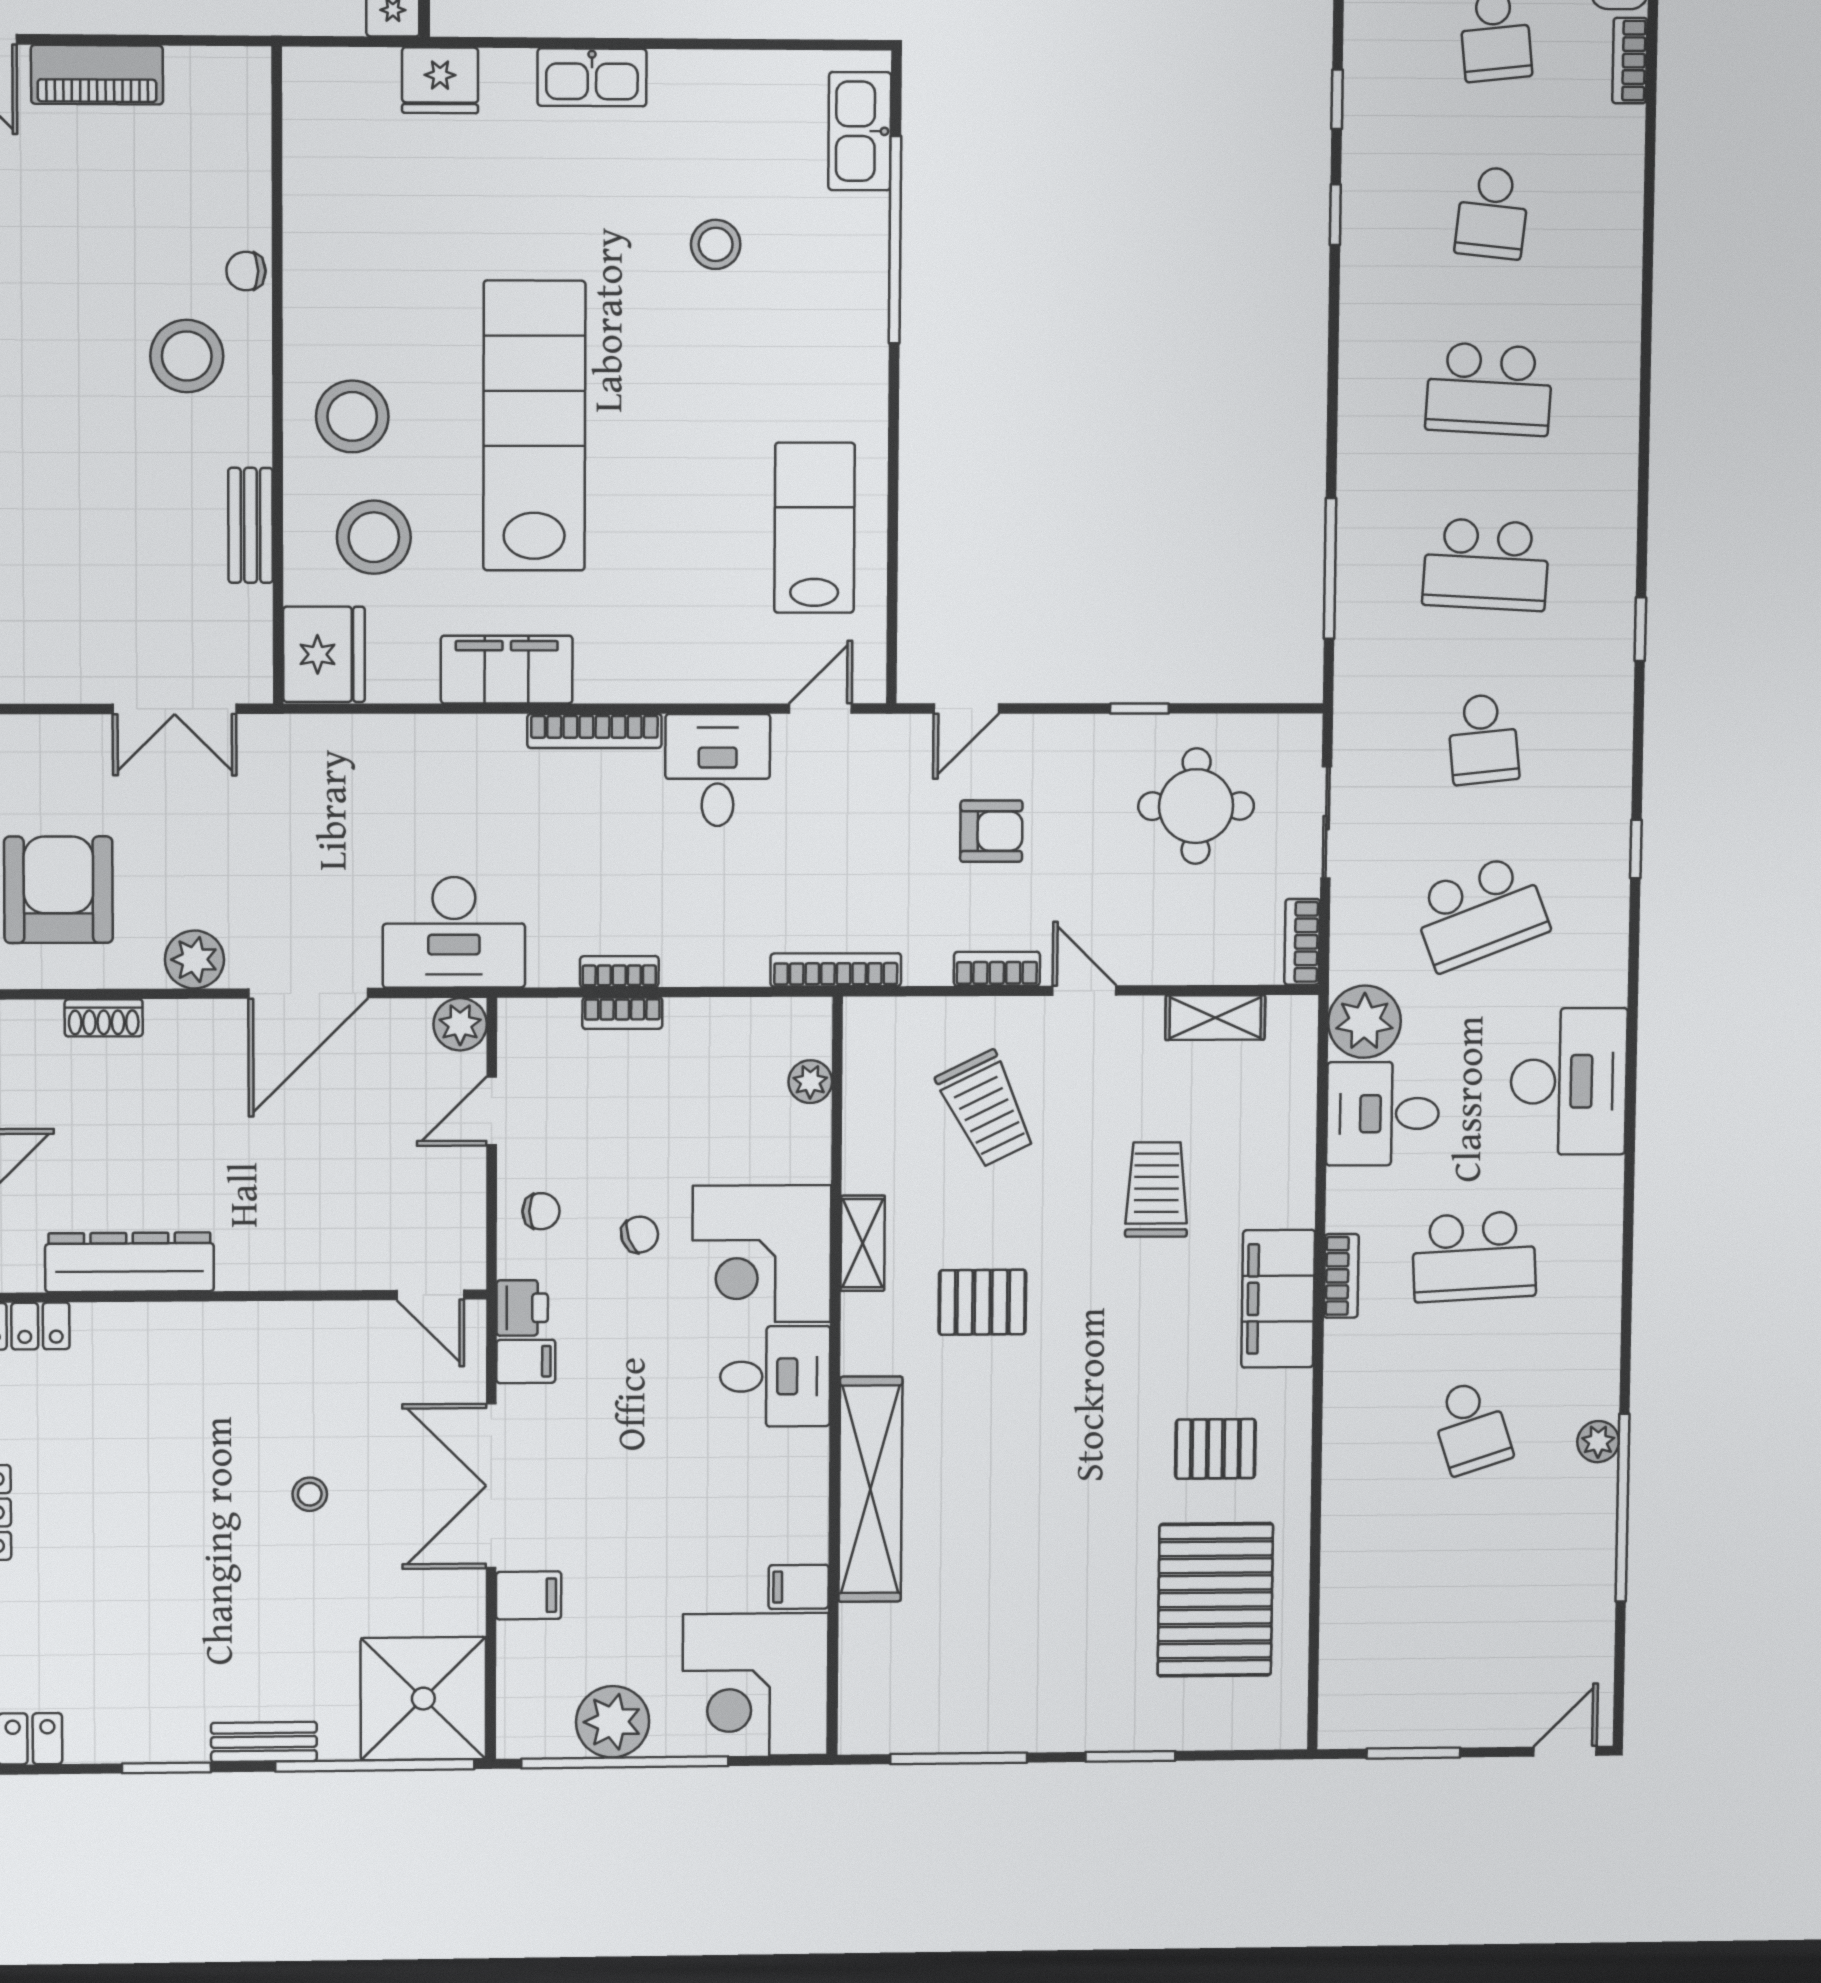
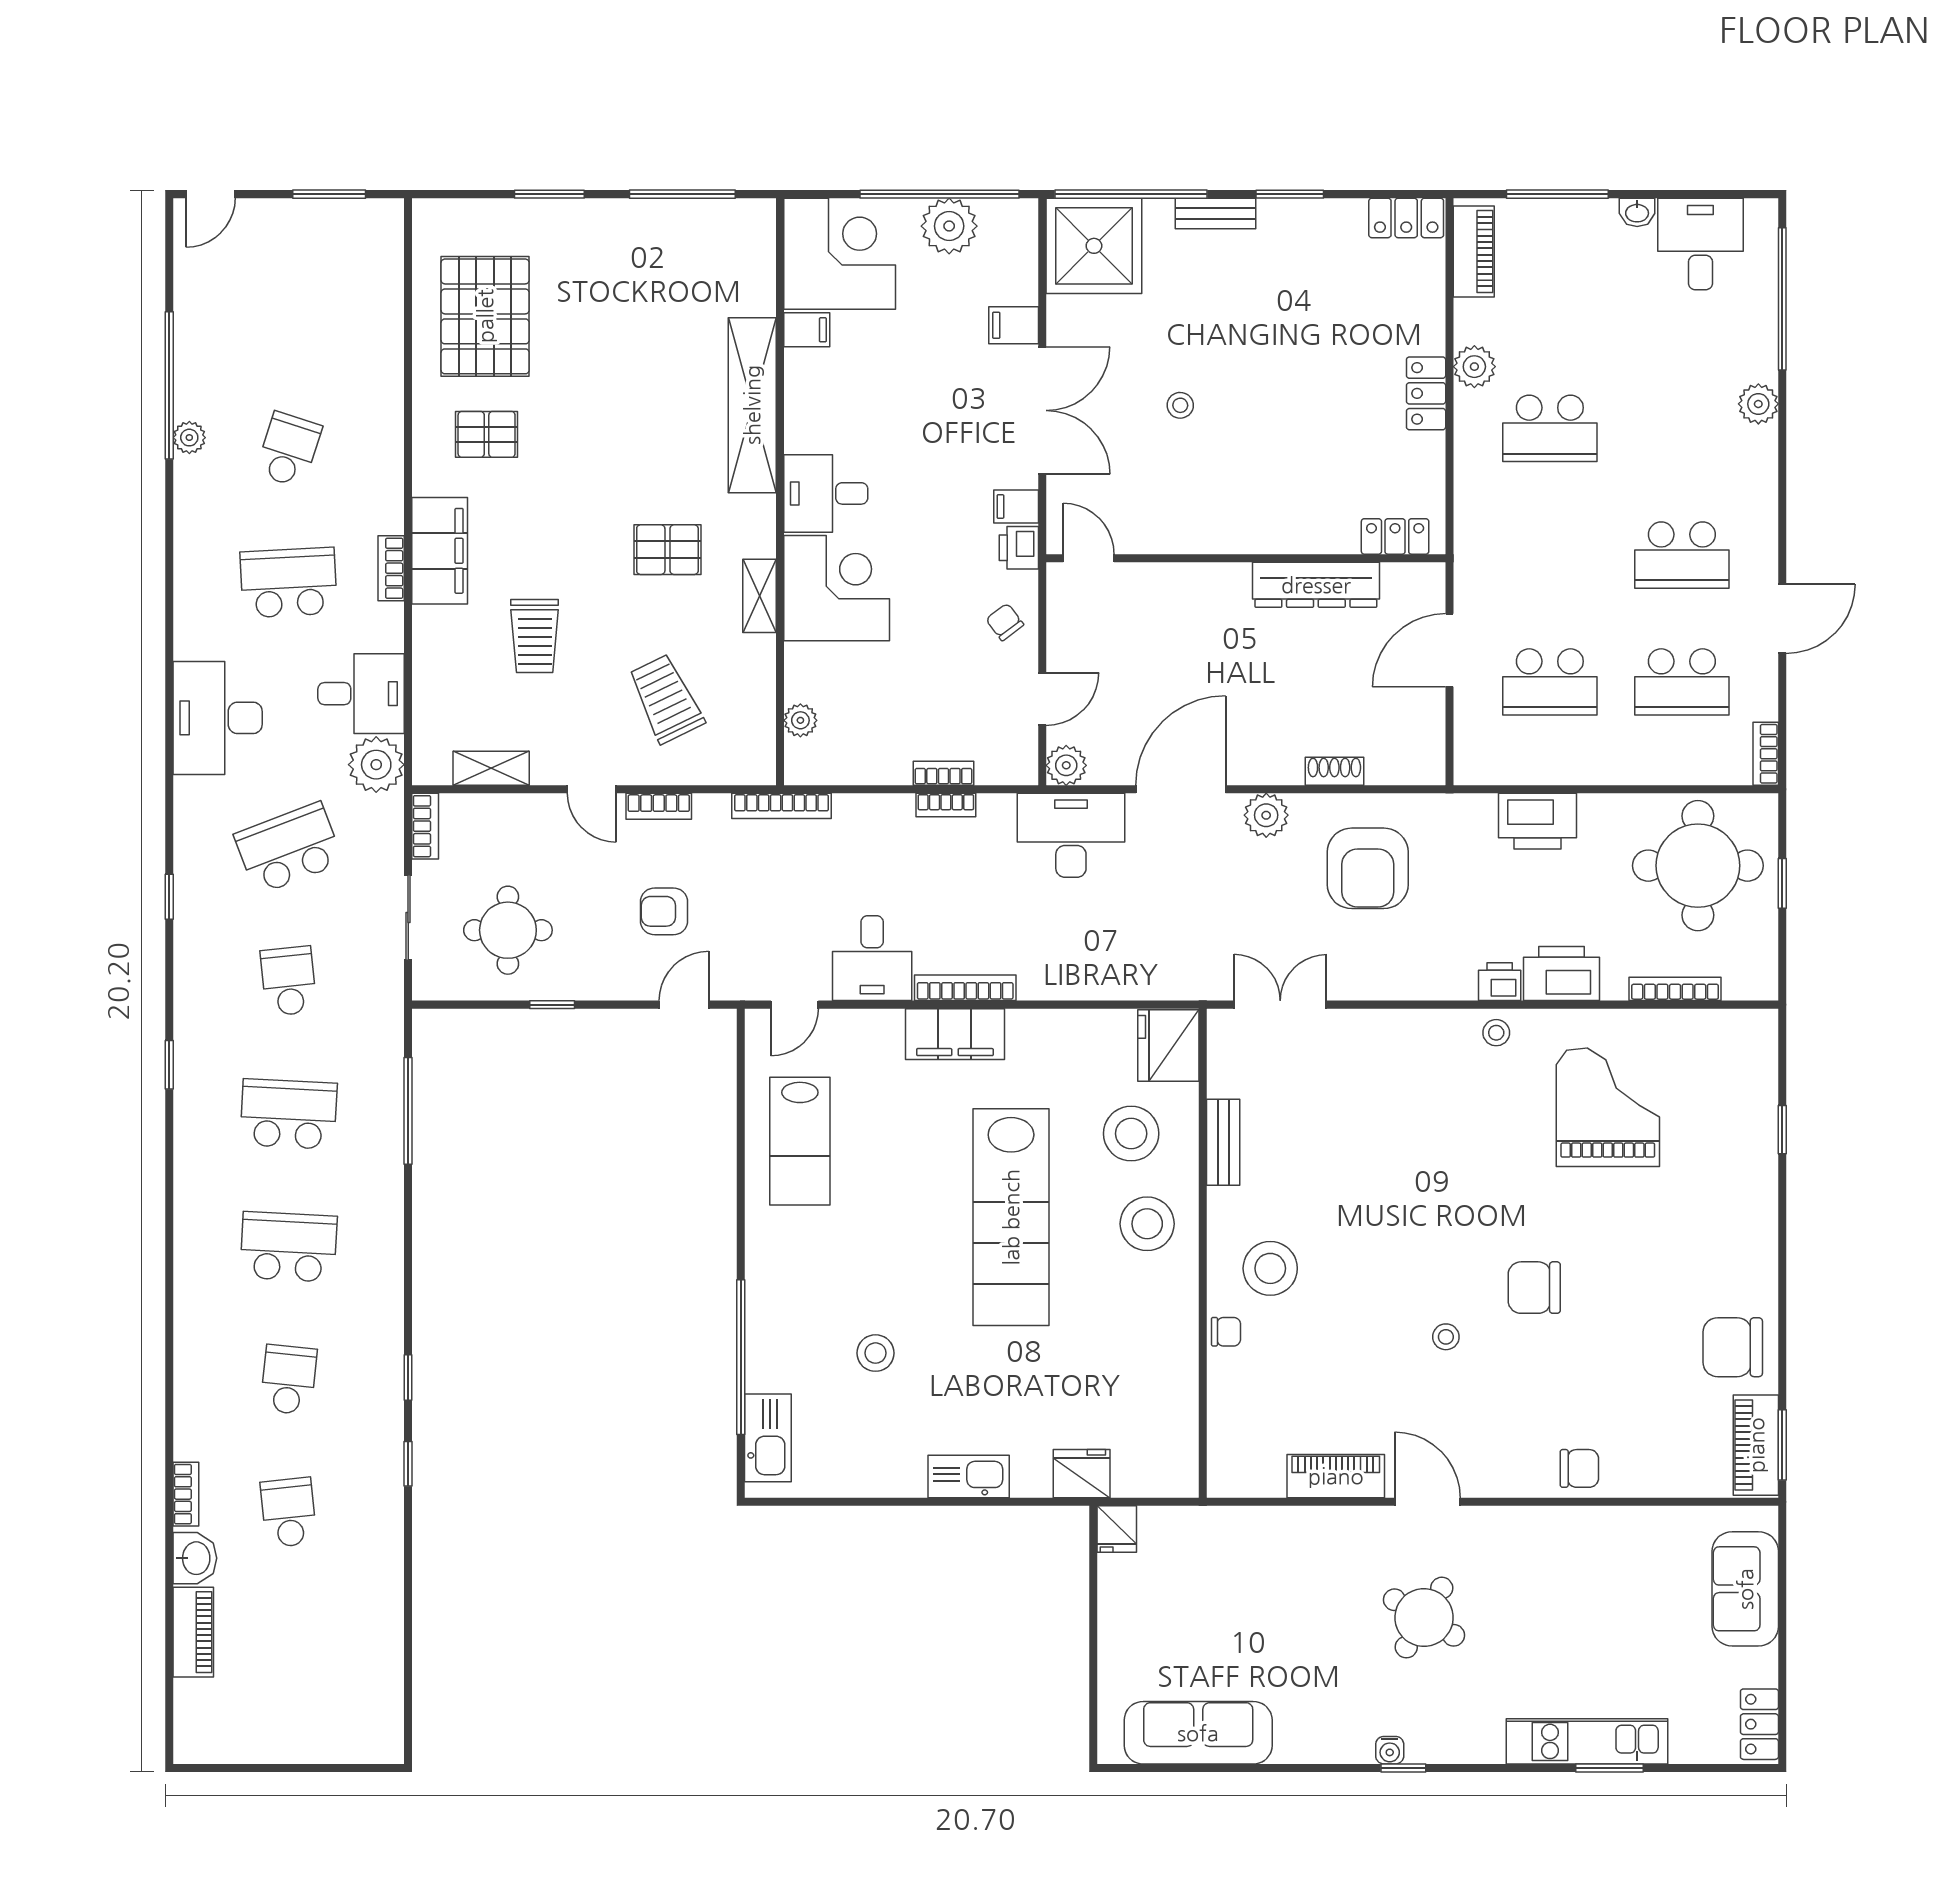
filing cabinet: (507, 670) -> (955, 1034), moved
chair: (541, 1211) -> (1005, 622), turned 53
chair: (640, 1235) -> (930, 604), removed
school desk: (1471, 1427) -> (289, 450), turned 36

